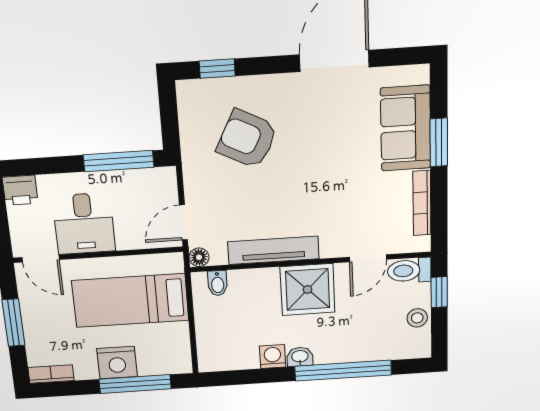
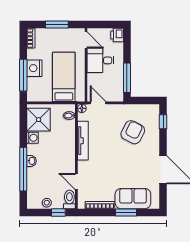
door: (41, 258) -> (86, 40), swing flipped
shower: (308, 290) -> (39, 120), moved
washbasin: (300, 357) -> (32, 161), moved

